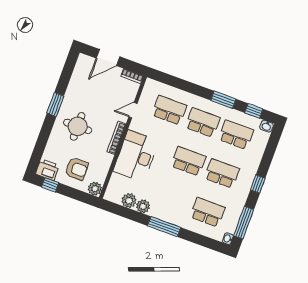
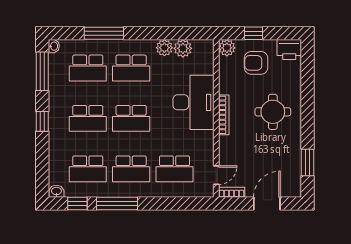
window: (223, 100) -> (117, 204), width x1.44
window: (55, 104) -> (308, 163), moved
door: (133, 110) -> (216, 175), moved
window: (50, 185) -> (254, 33), moved
school desk: (174, 200) -> (131, 68), added
window: (164, 227) -> (104, 33), moved

